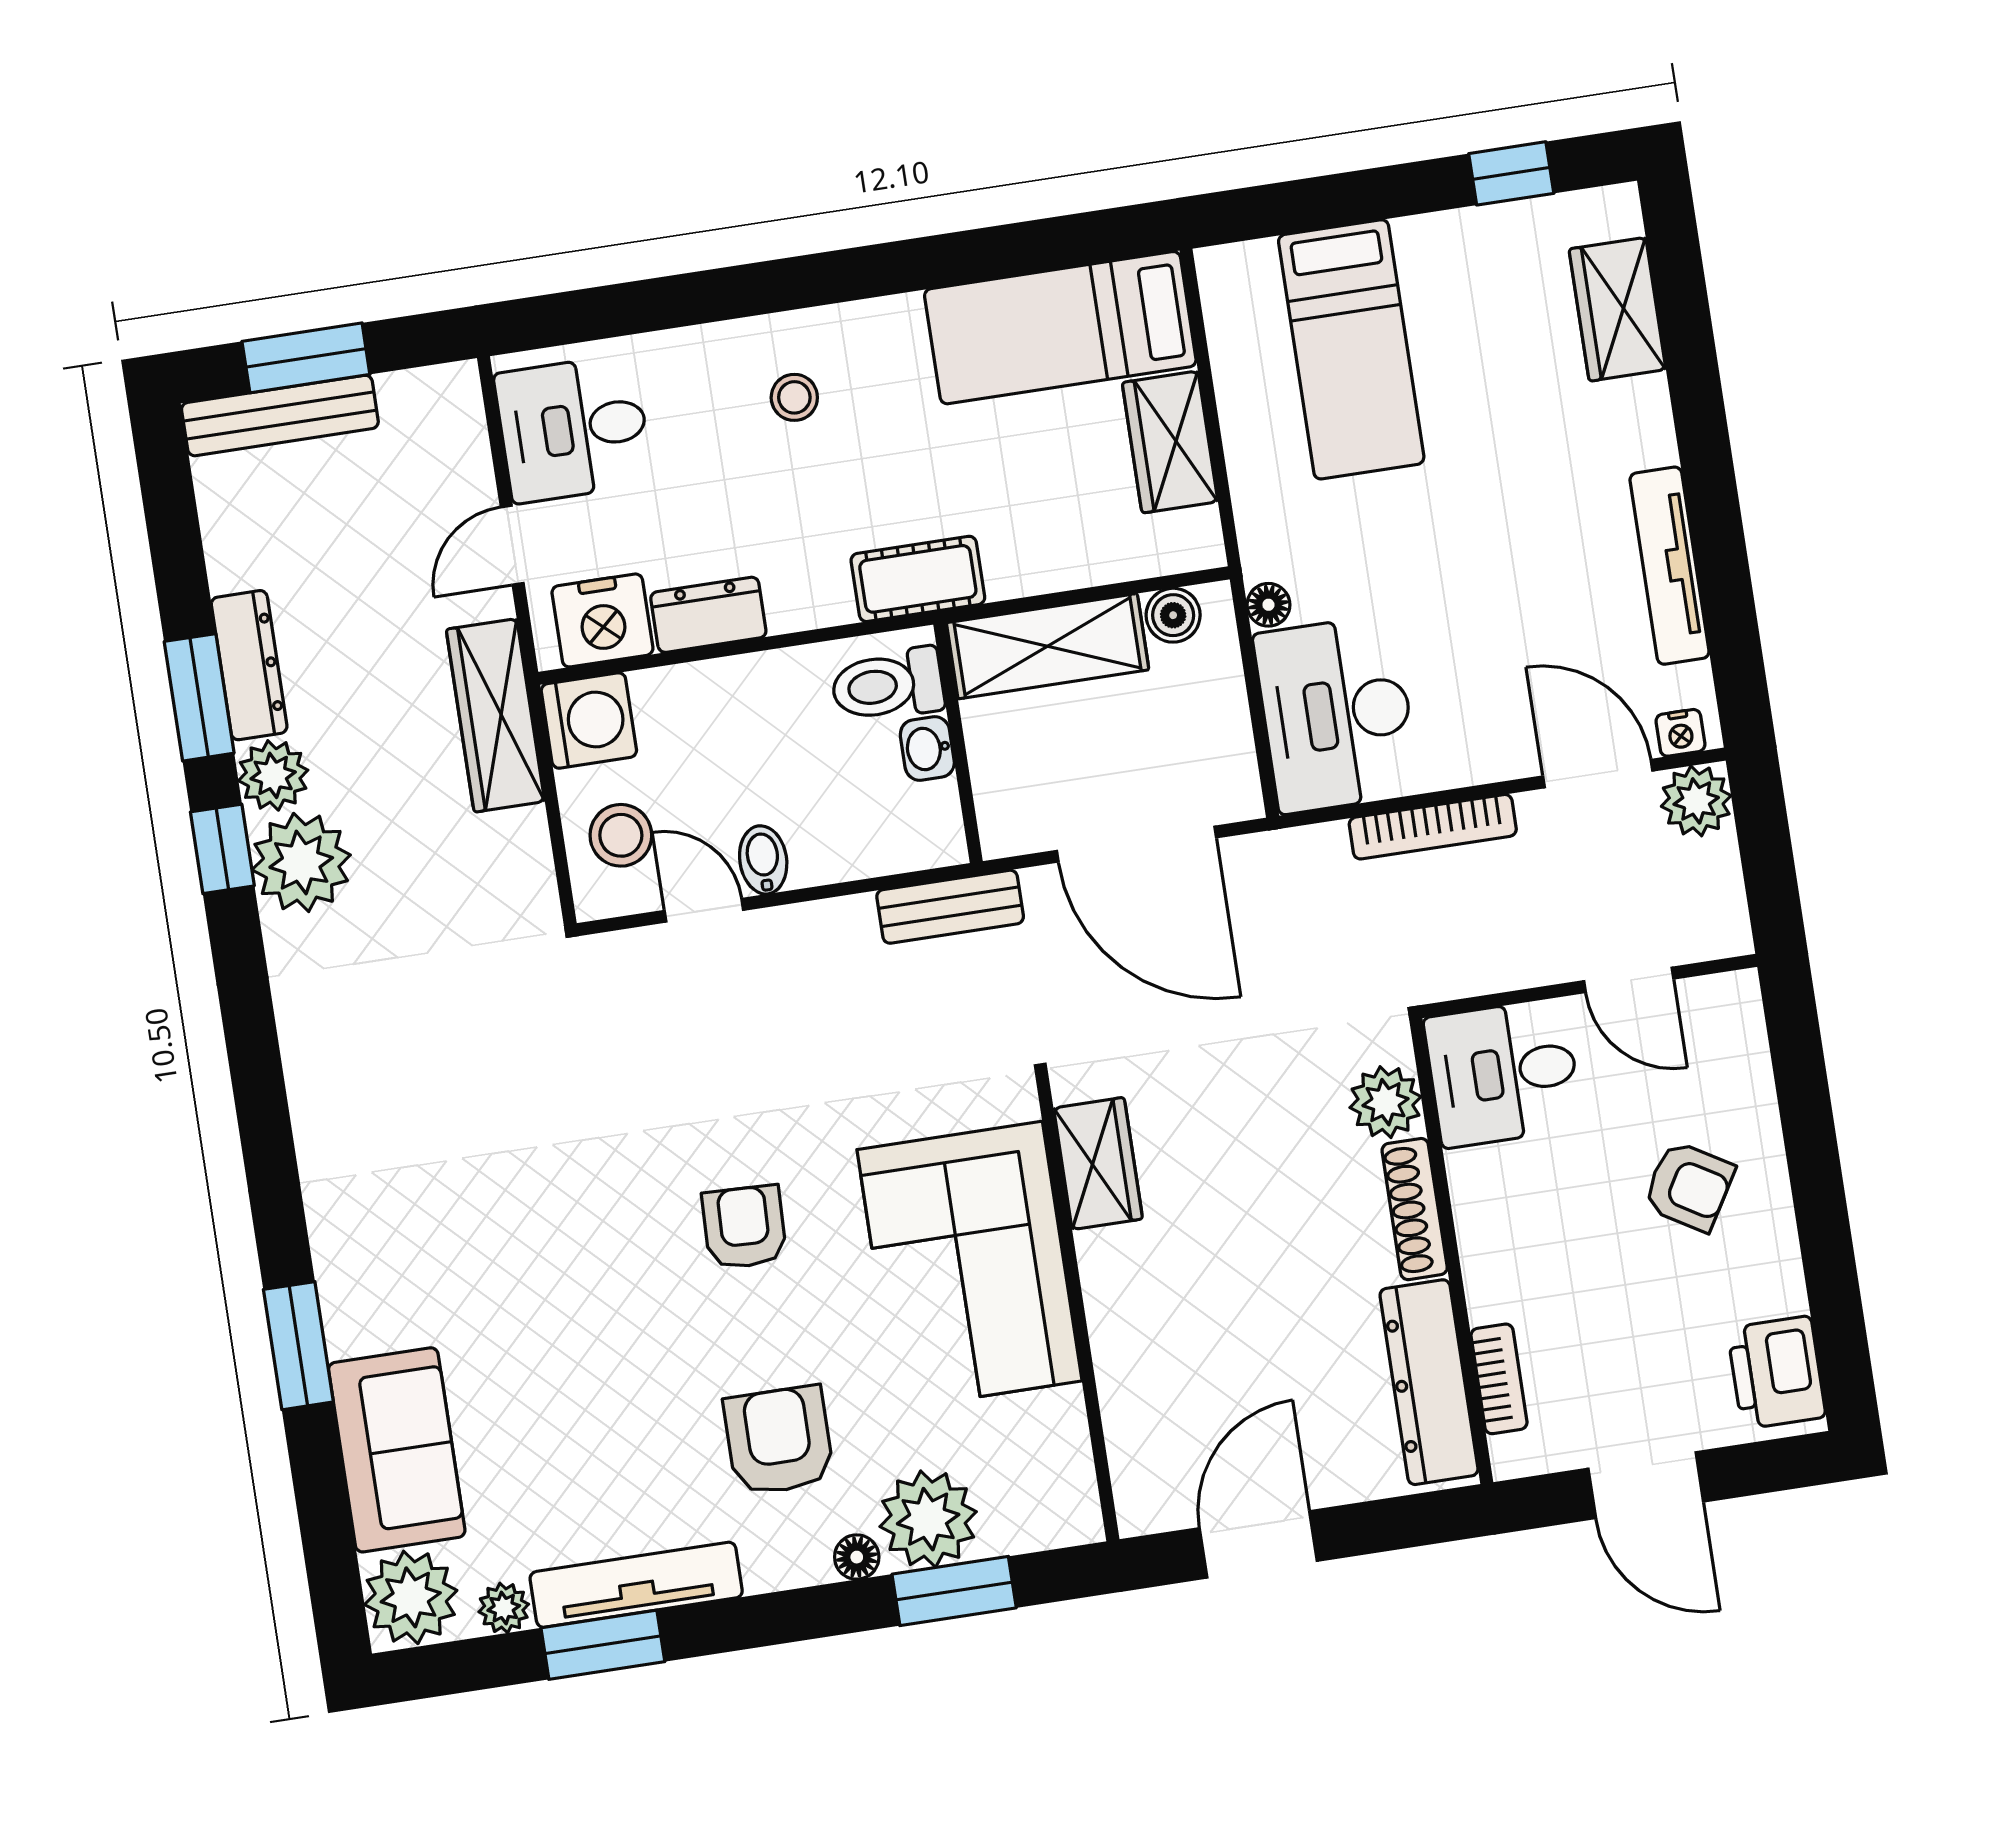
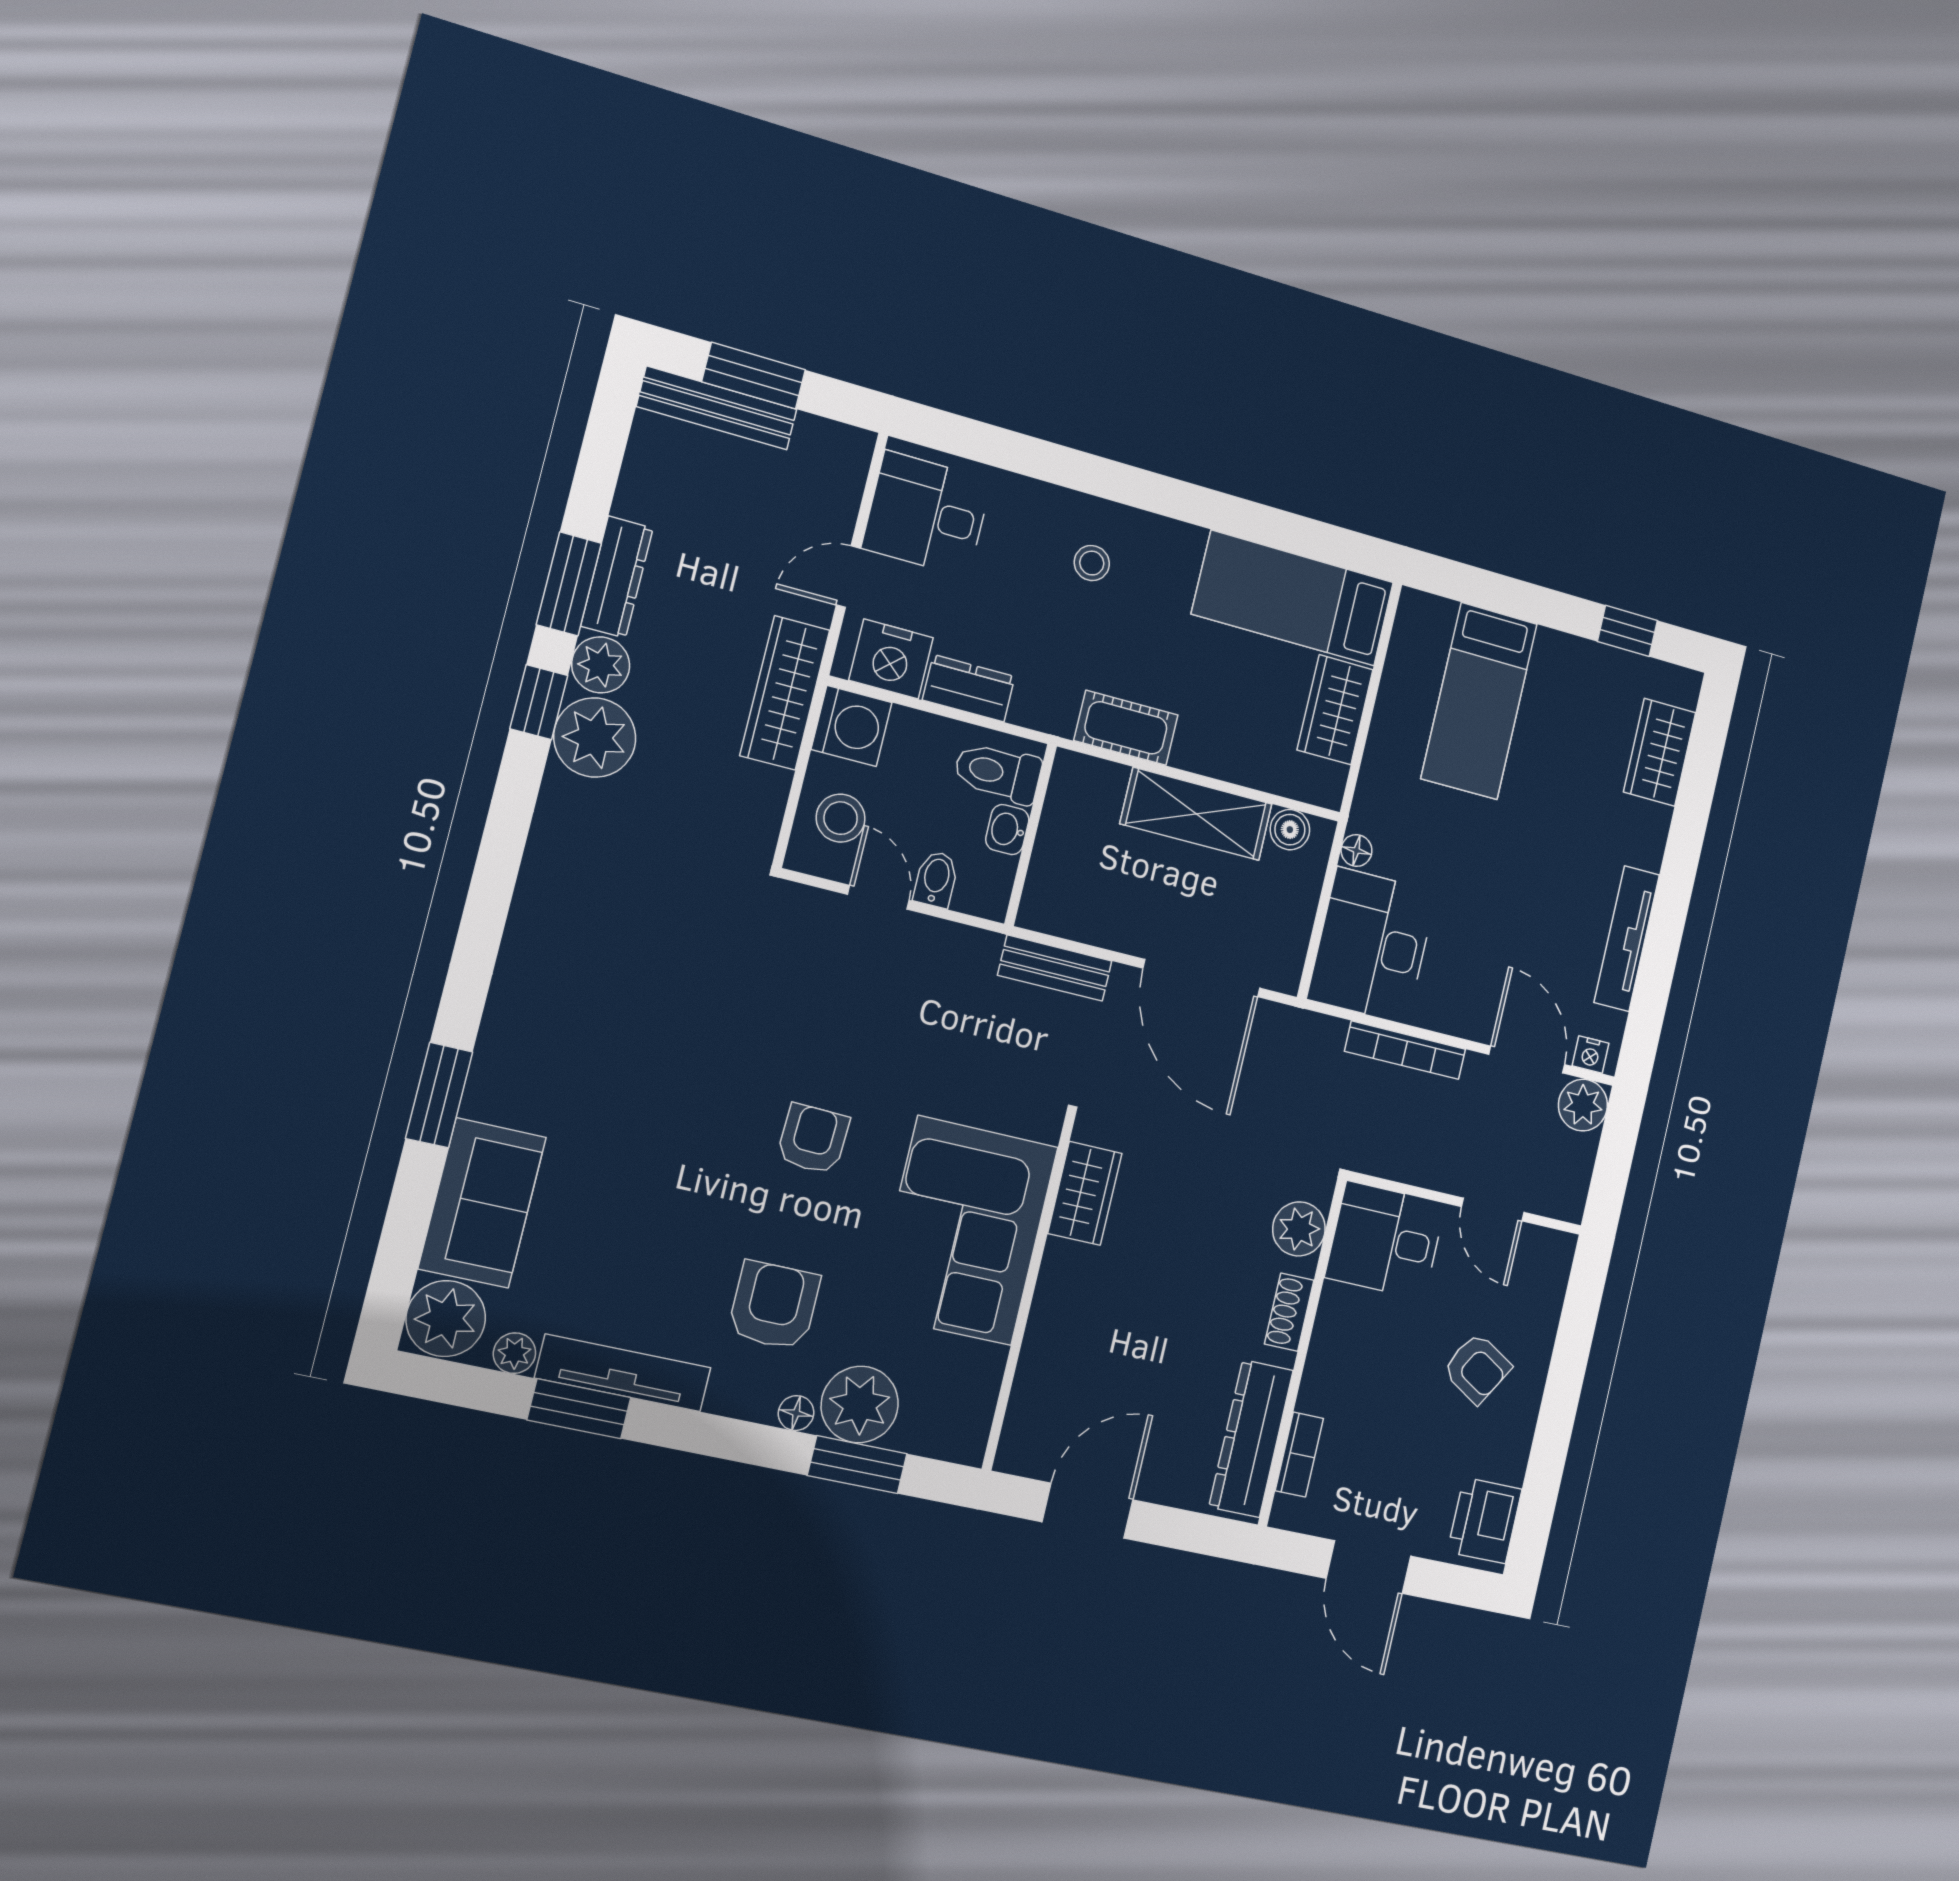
toilet: (888, 685) -> (998, 773), moved
wall: (958, 743) -> (1031, 835), moved
washbasin: (927, 749) -> (1007, 830), moved
shoe rack: (1415, 1209) -> (1289, 1312), width x0.70

